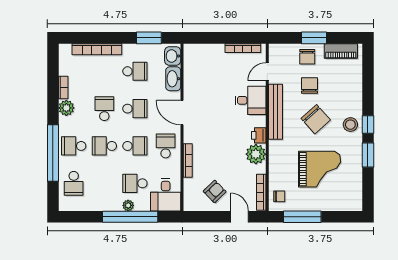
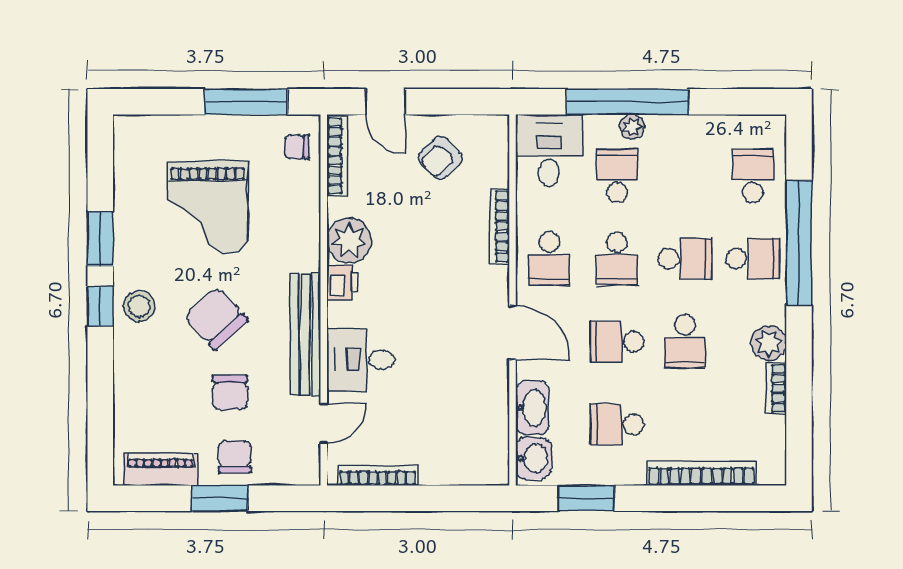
school desk: (135, 146) -> (617, 259), turned -90
grand piano: (320, 169) -> (208, 207), turned -90
school desk: (135, 183) -> (617, 176), turned -90

